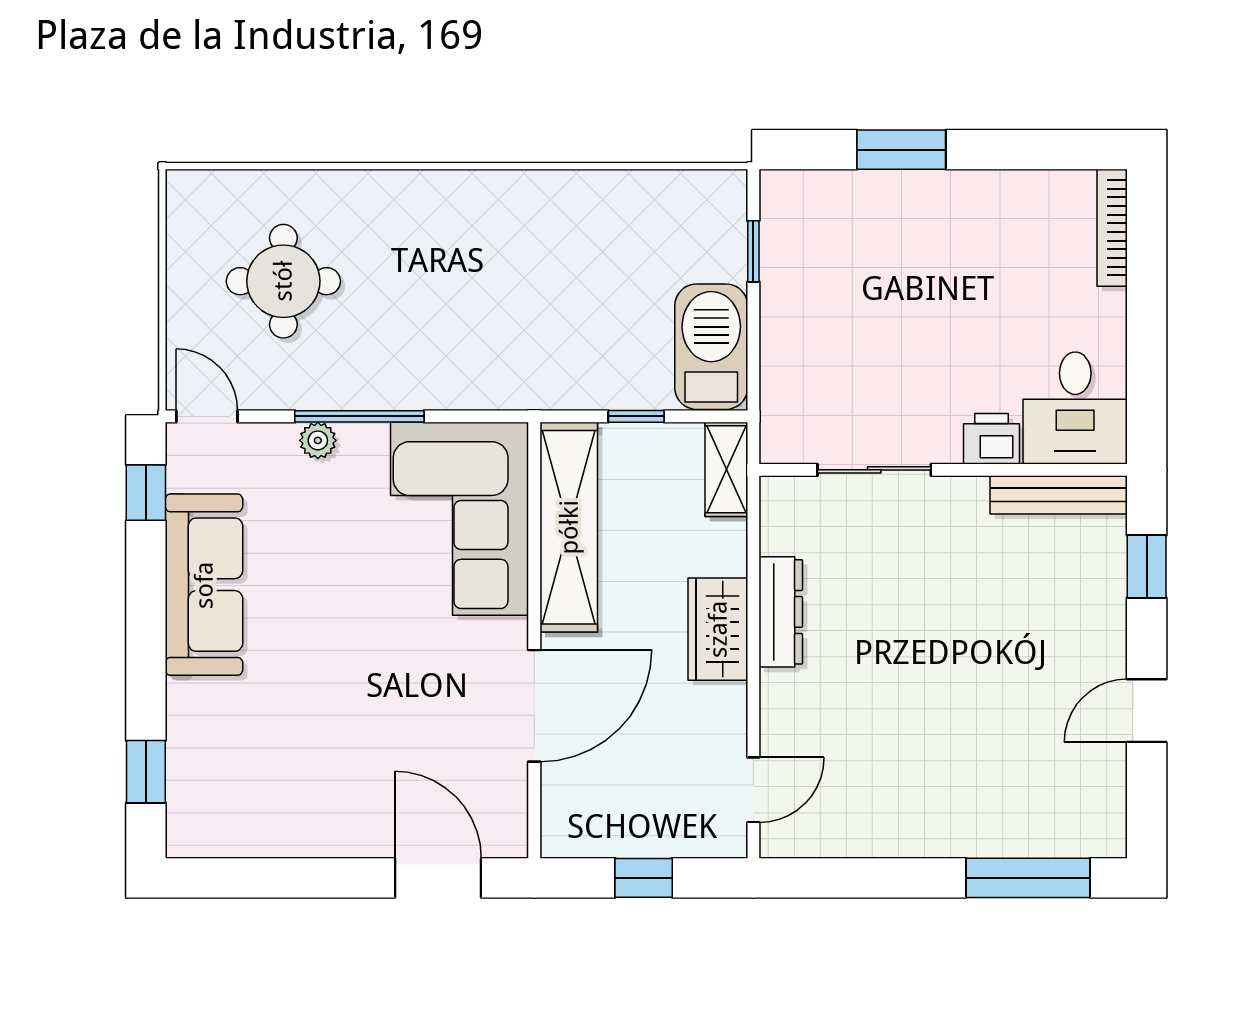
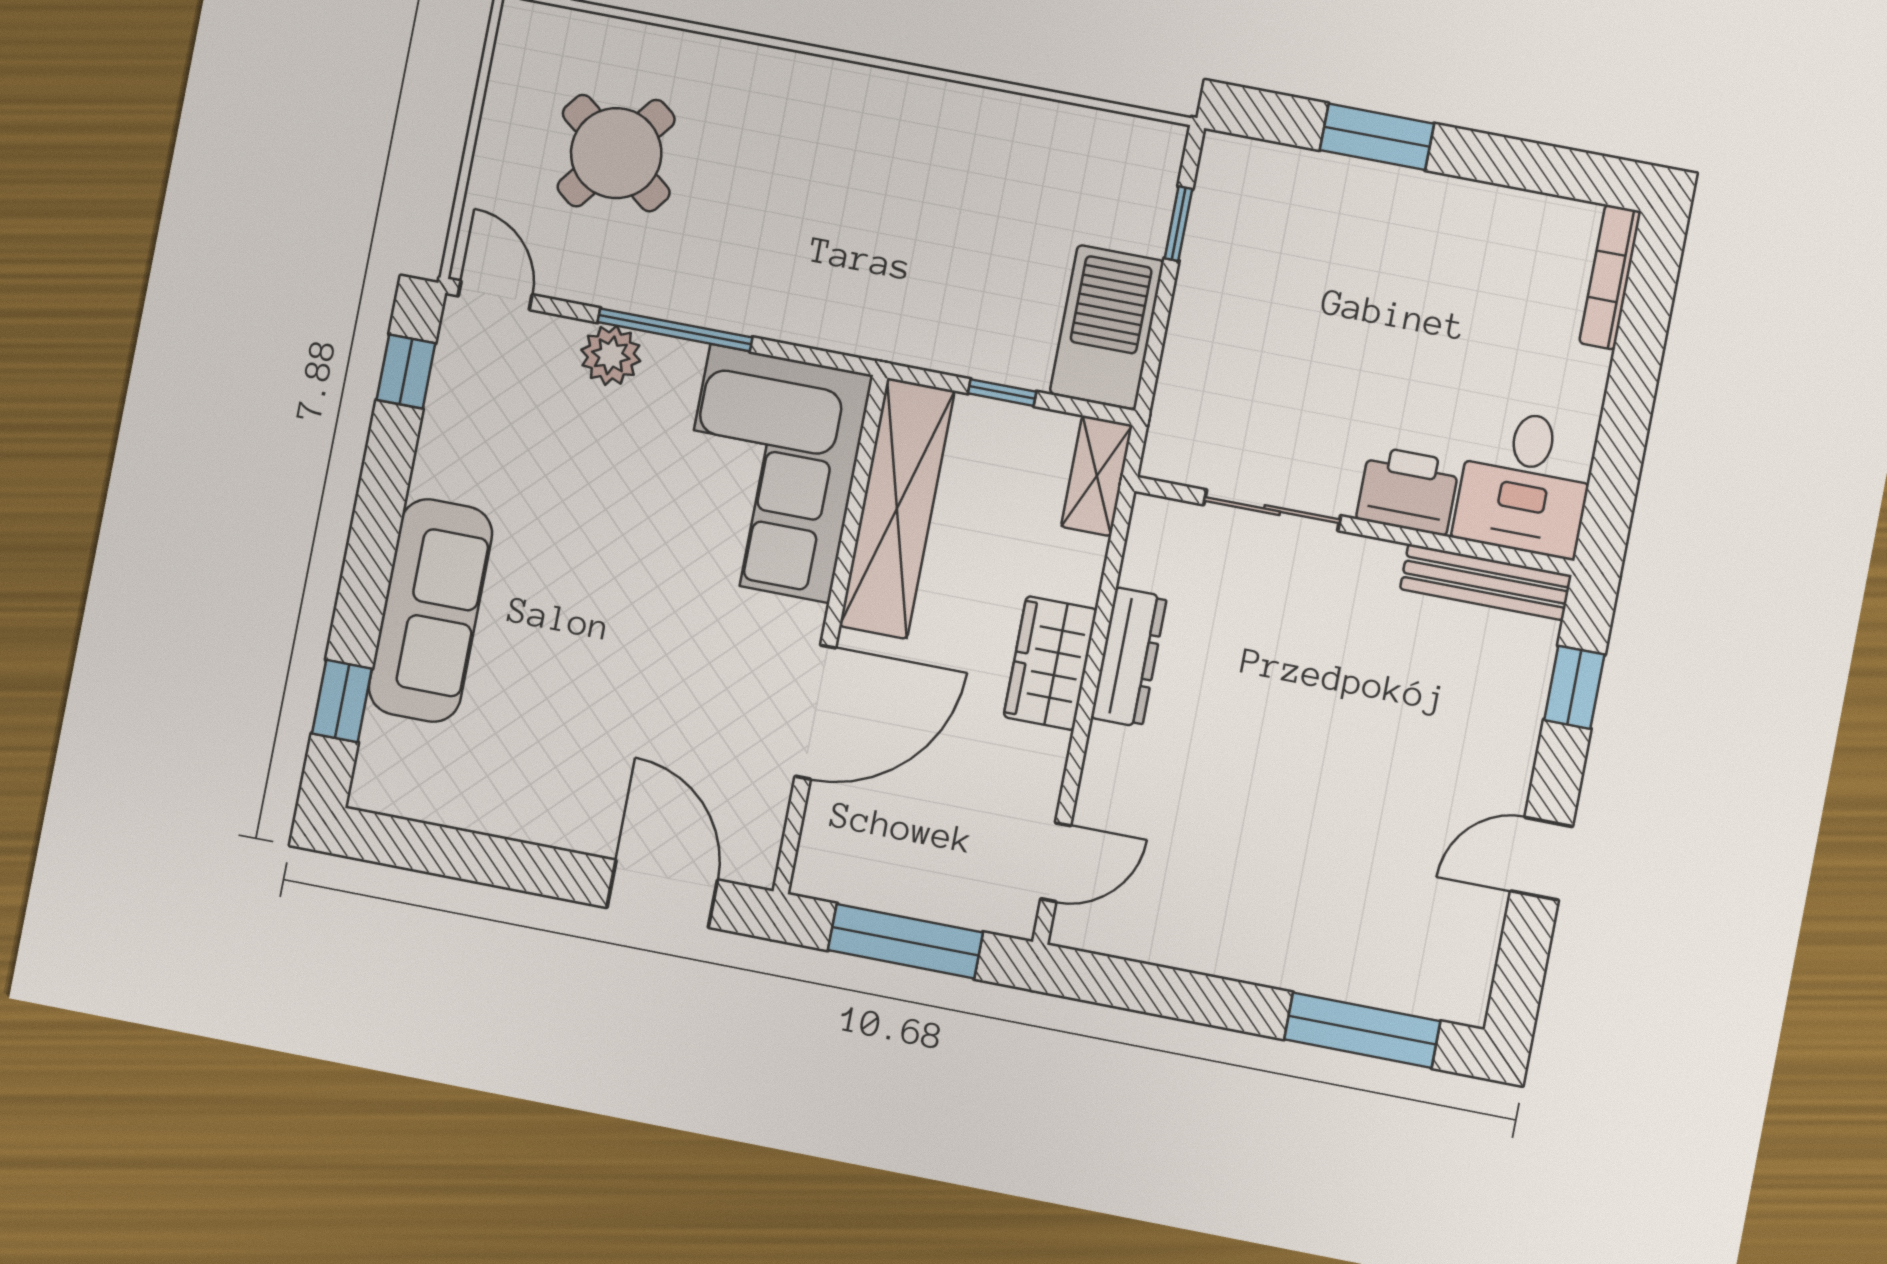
round table: (283, 281) -> (616, 153), turned 38
printer: (991, 439) -> (1408, 491), width x1.36, depth x1.24
plant: (318, 440) -> (611, 355), width x1.38, depth x1.38
sofa: (204, 585) -> (430, 610), moved
window: (644, 878) -> (905, 941), width x2.17

